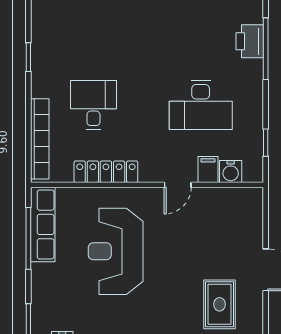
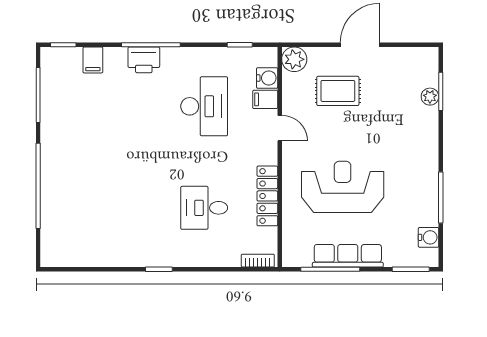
bookcase: (40, 139) -> (258, 261), width x0.43, depth x0.76
plant: (250, 200) -> (294, 59), added
row of seats: (43, 224) -> (348, 256), moved
reception desk: (116, 251) -> (343, 187), turned 180
rug: (220, 304) -> (338, 91), moved

